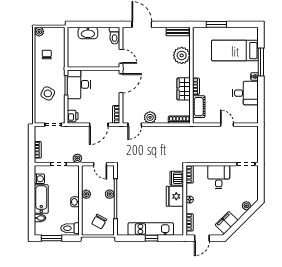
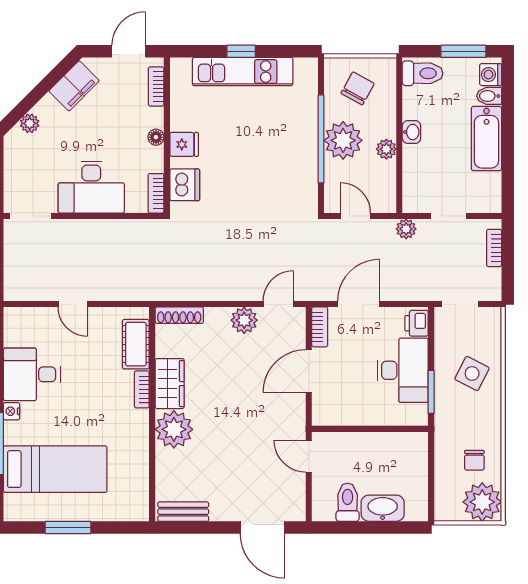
window: (216, 24) -> (68, 527), moved
plant: (39, 32) -> (482, 502), width x1.88, depth x1.88
toilet: (115, 36) -> (348, 502), moved
plant: (182, 55) -> (174, 429), moved
door: (121, 83) -> (309, 371), moved
desk: (79, 84) -> (403, 370), moved
desk: (219, 177) -> (91, 187), width x1.37
washing machine: (39, 179) -> (491, 75), moved
plant: (110, 194) -> (343, 140), width x1.88, depth x1.88
fridge: (175, 196) -> (184, 144), width x0.53, depth x0.75

